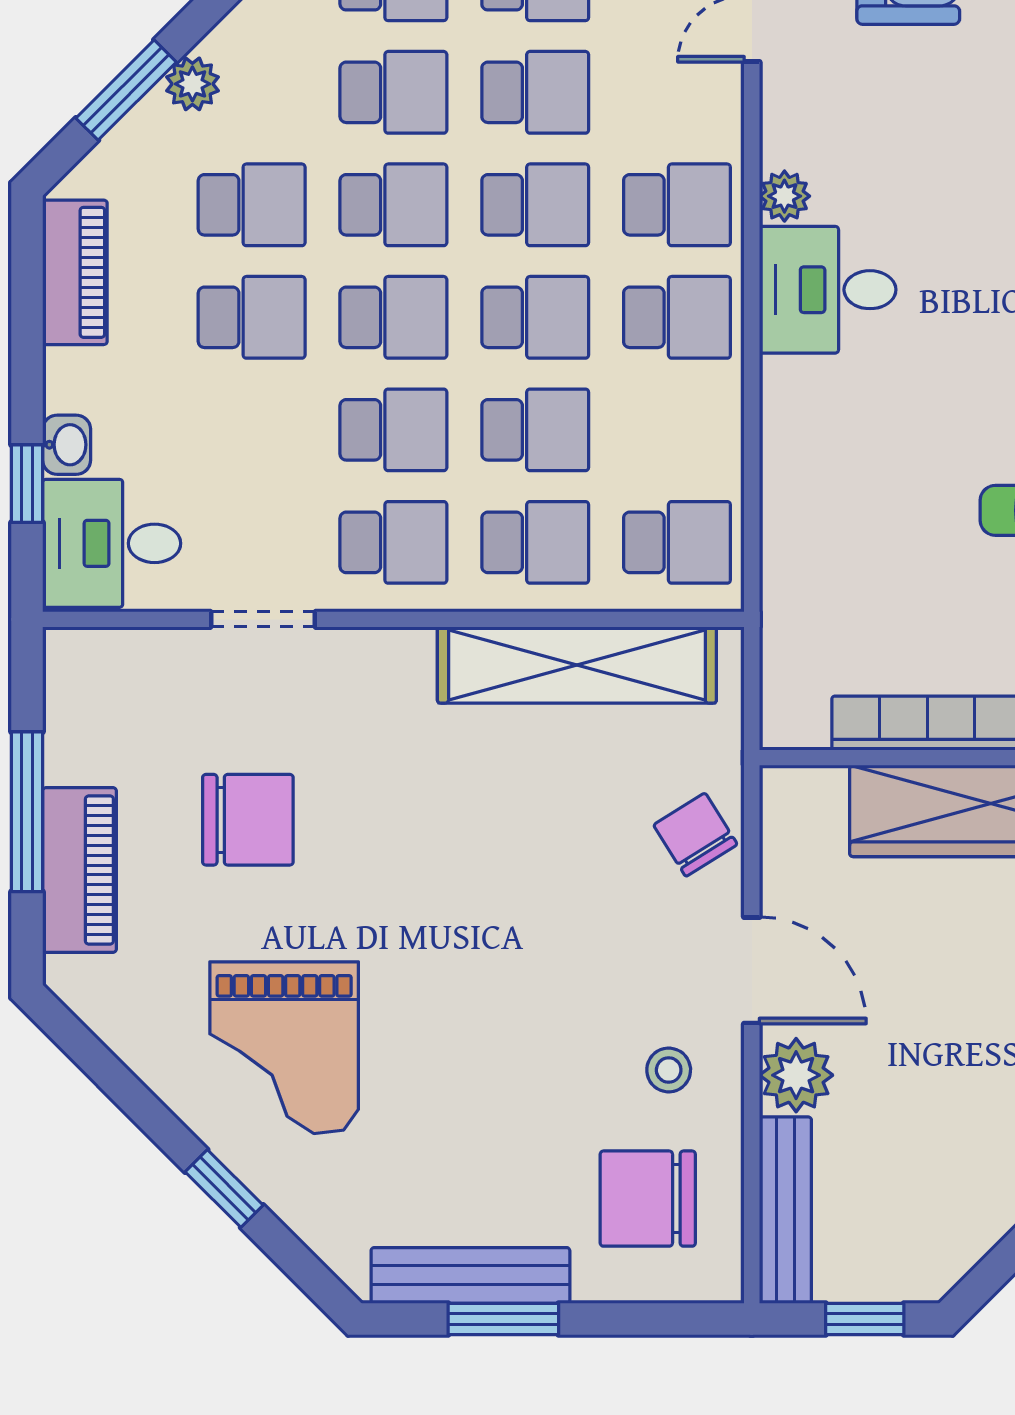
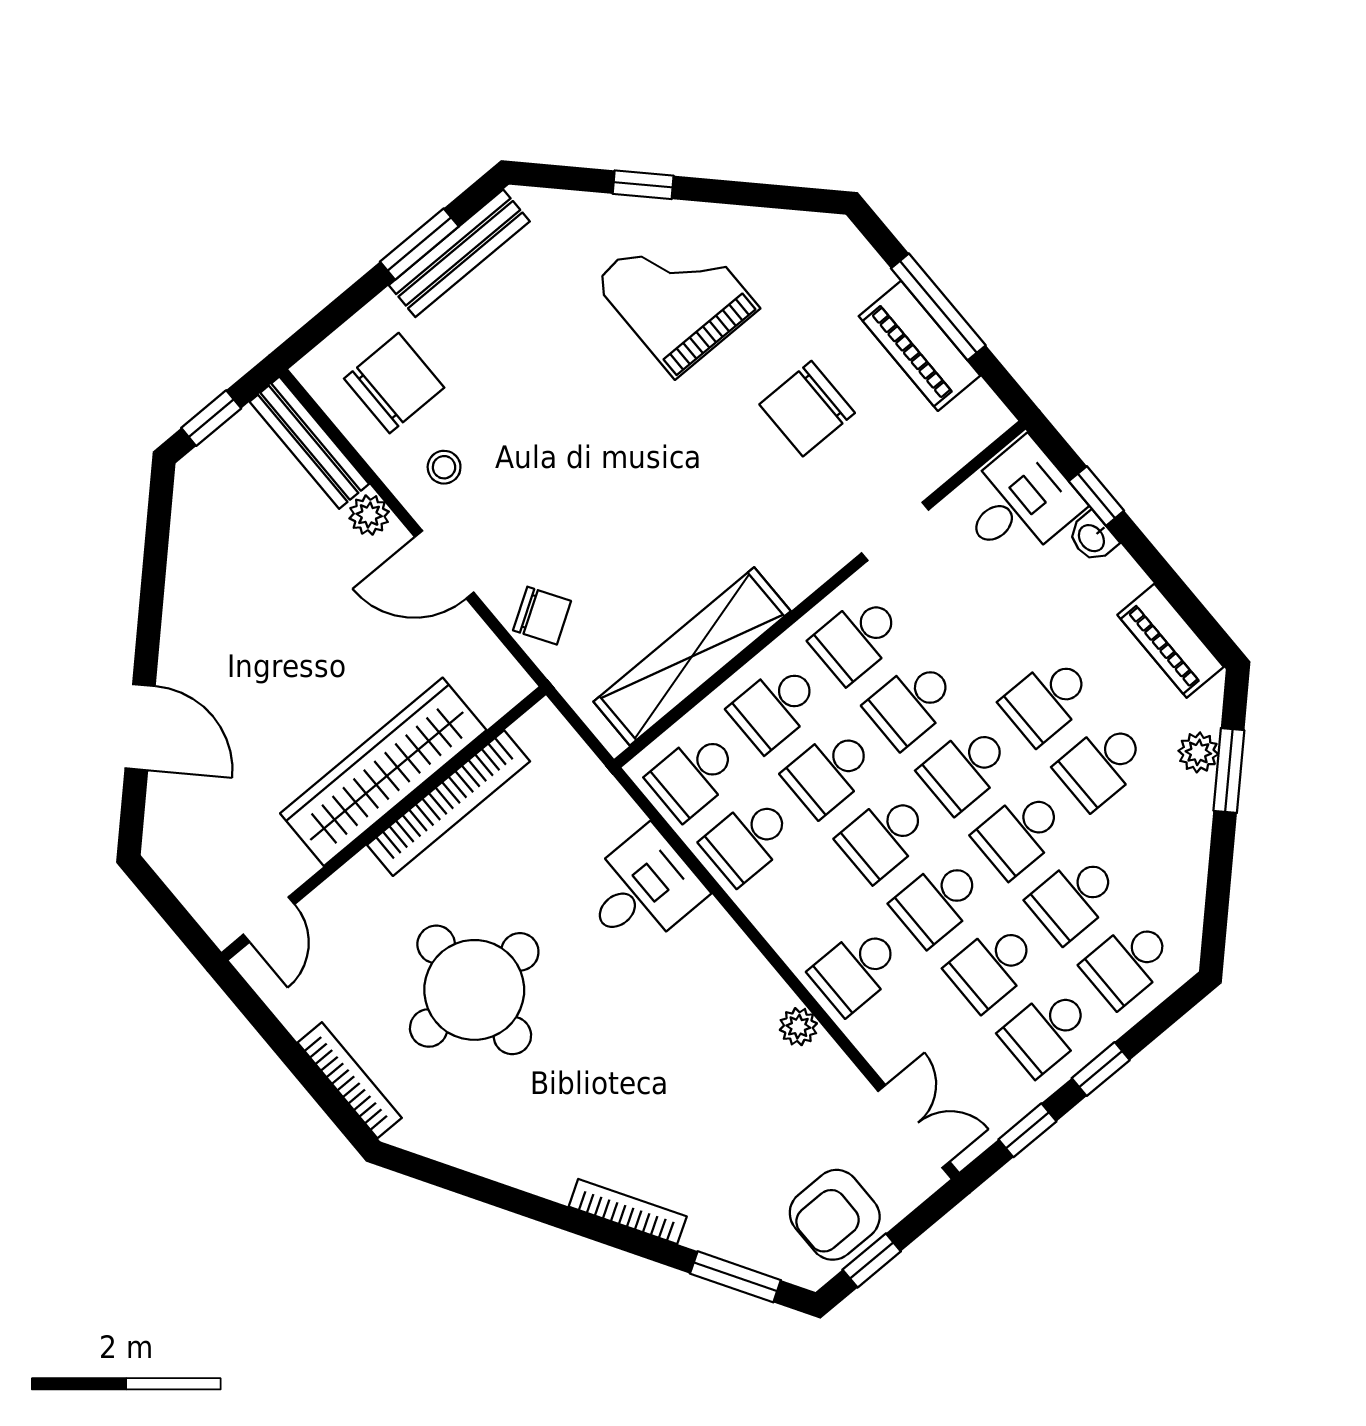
plant: (192, 84) -> (1198, 752), moved
desk: (828, 290) -> (642, 890), moved
school desk: (677, 317) -> (748, 840), moved
piano: (79, 870) -> (919, 346), moved
plant: (796, 1075) -> (369, 515), width x0.73, depth x0.73

